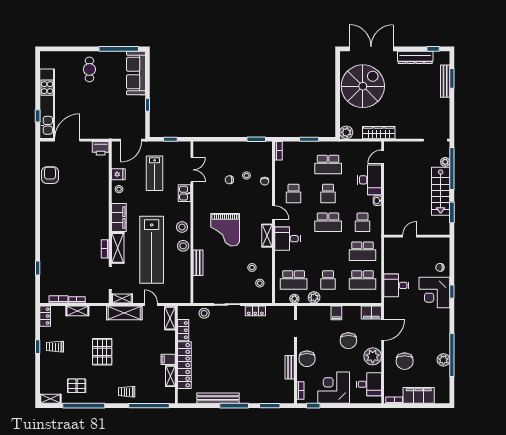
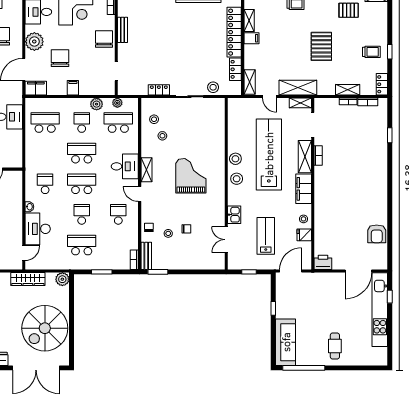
school desk: (363, 251) -> (82, 153), moved
bench: (198, 263) -> (146, 256), moved

